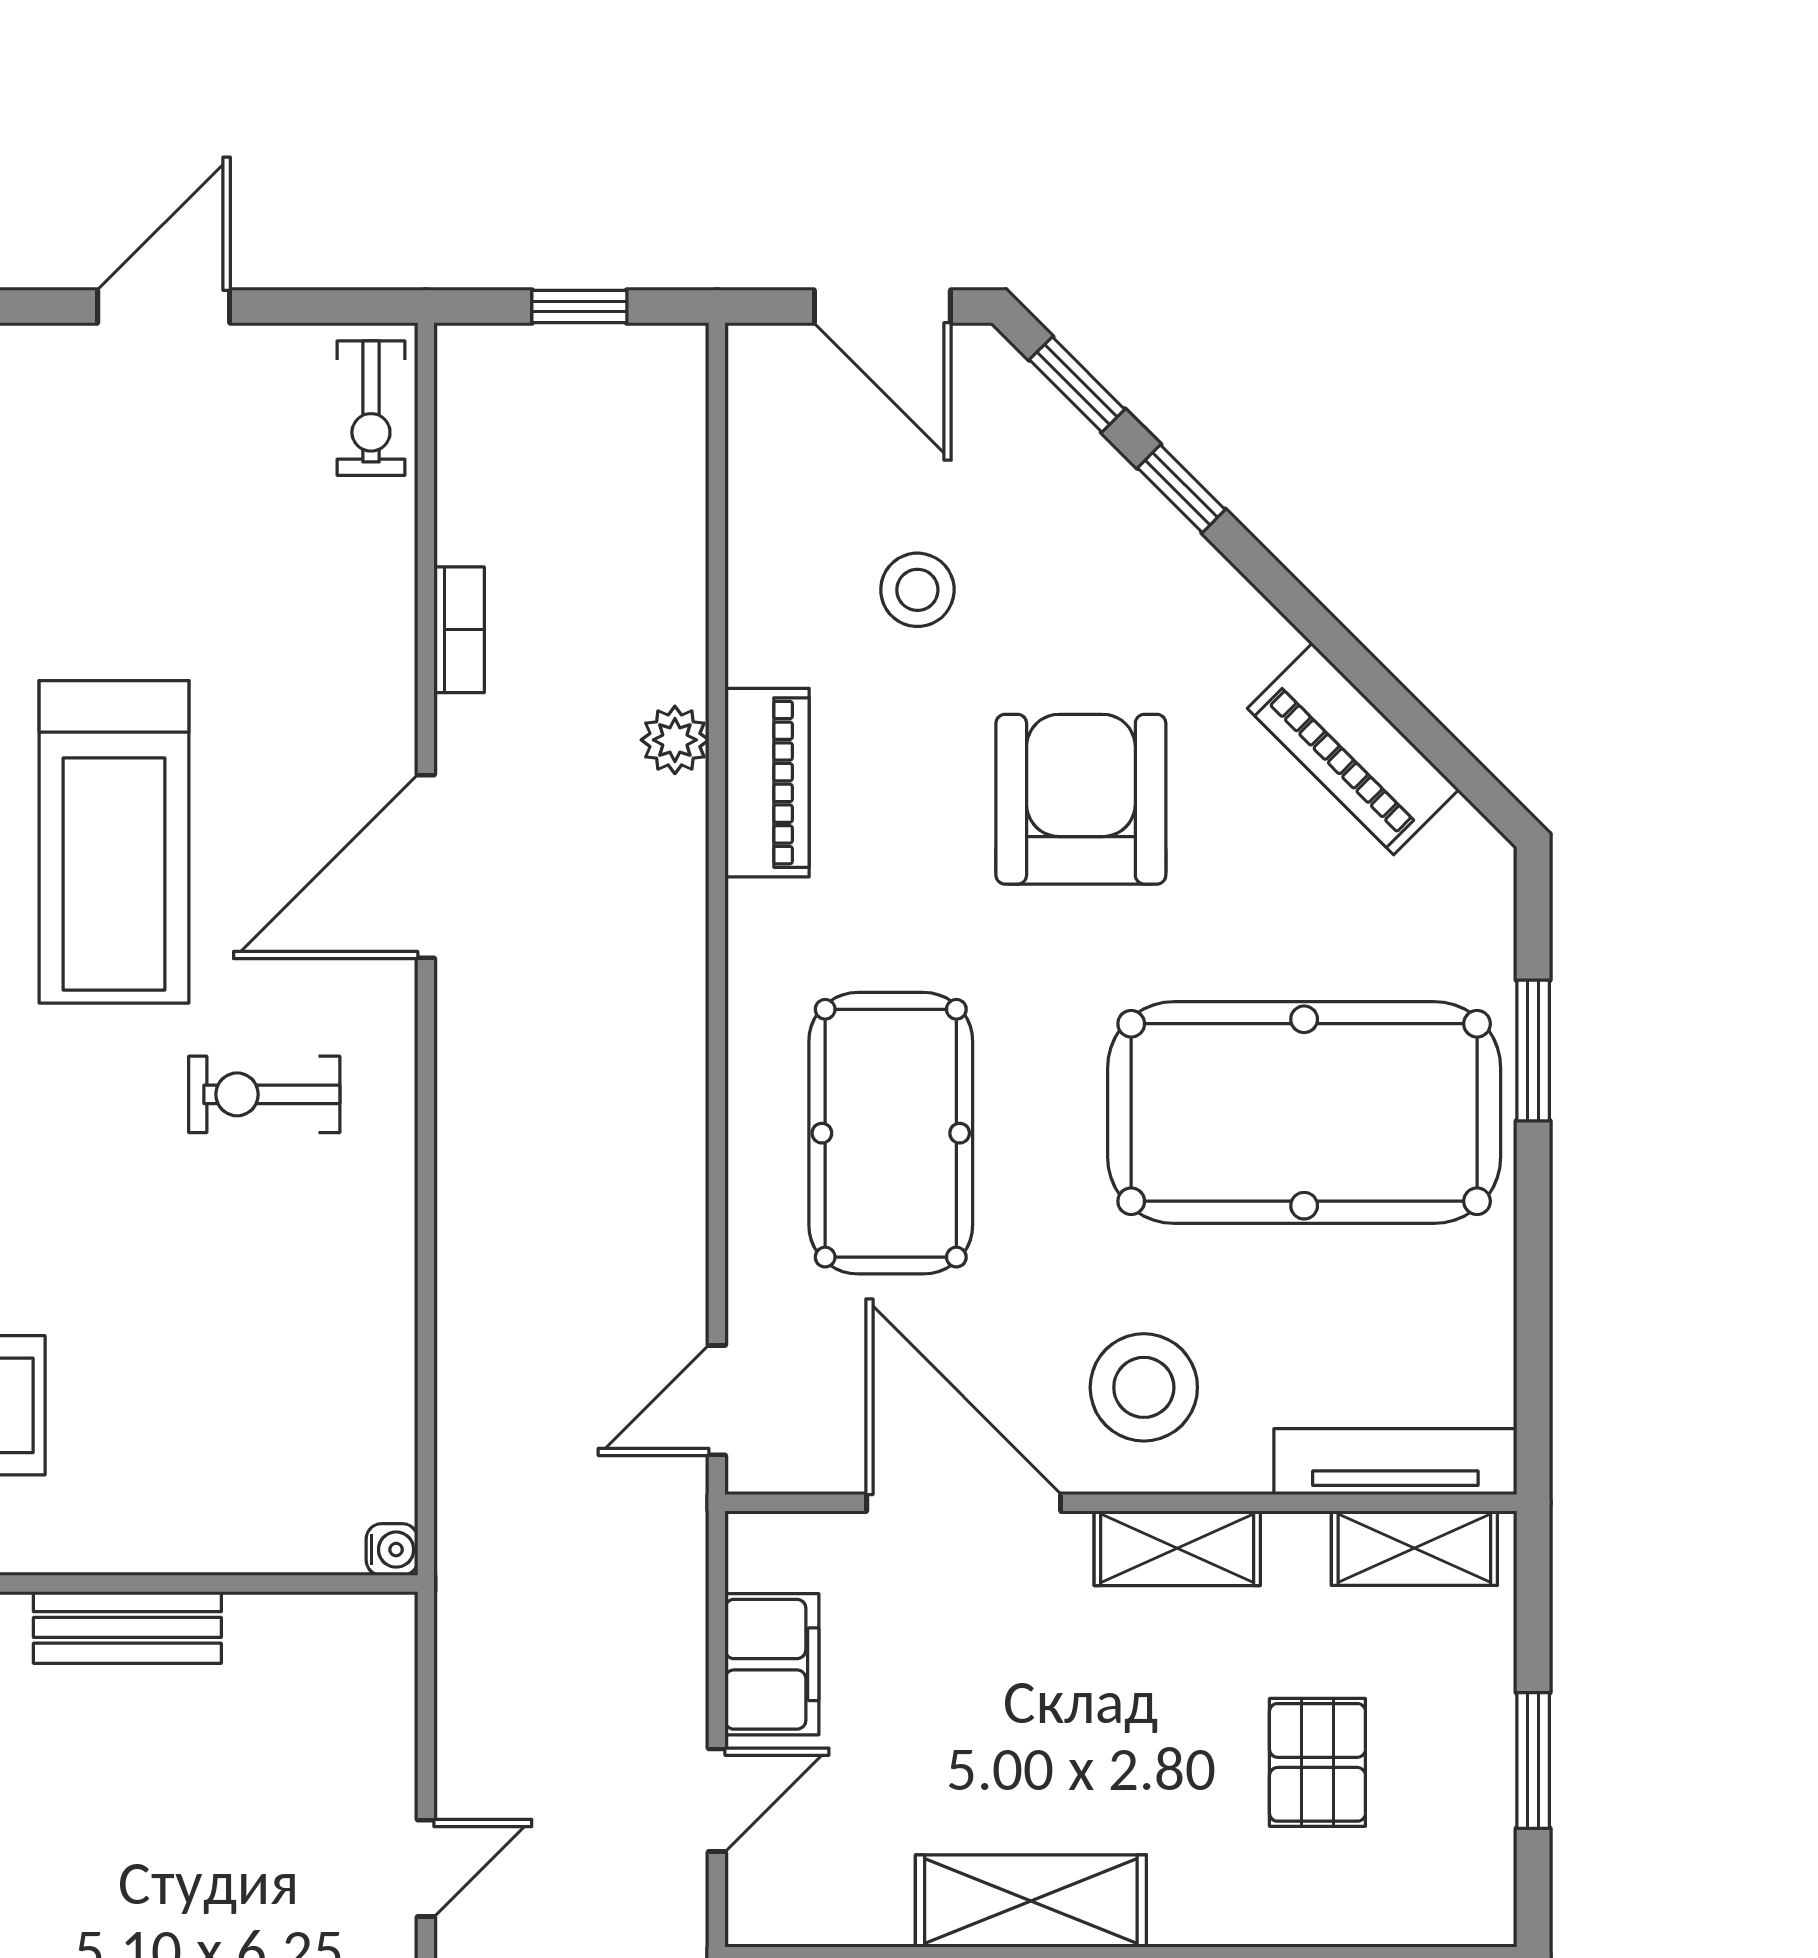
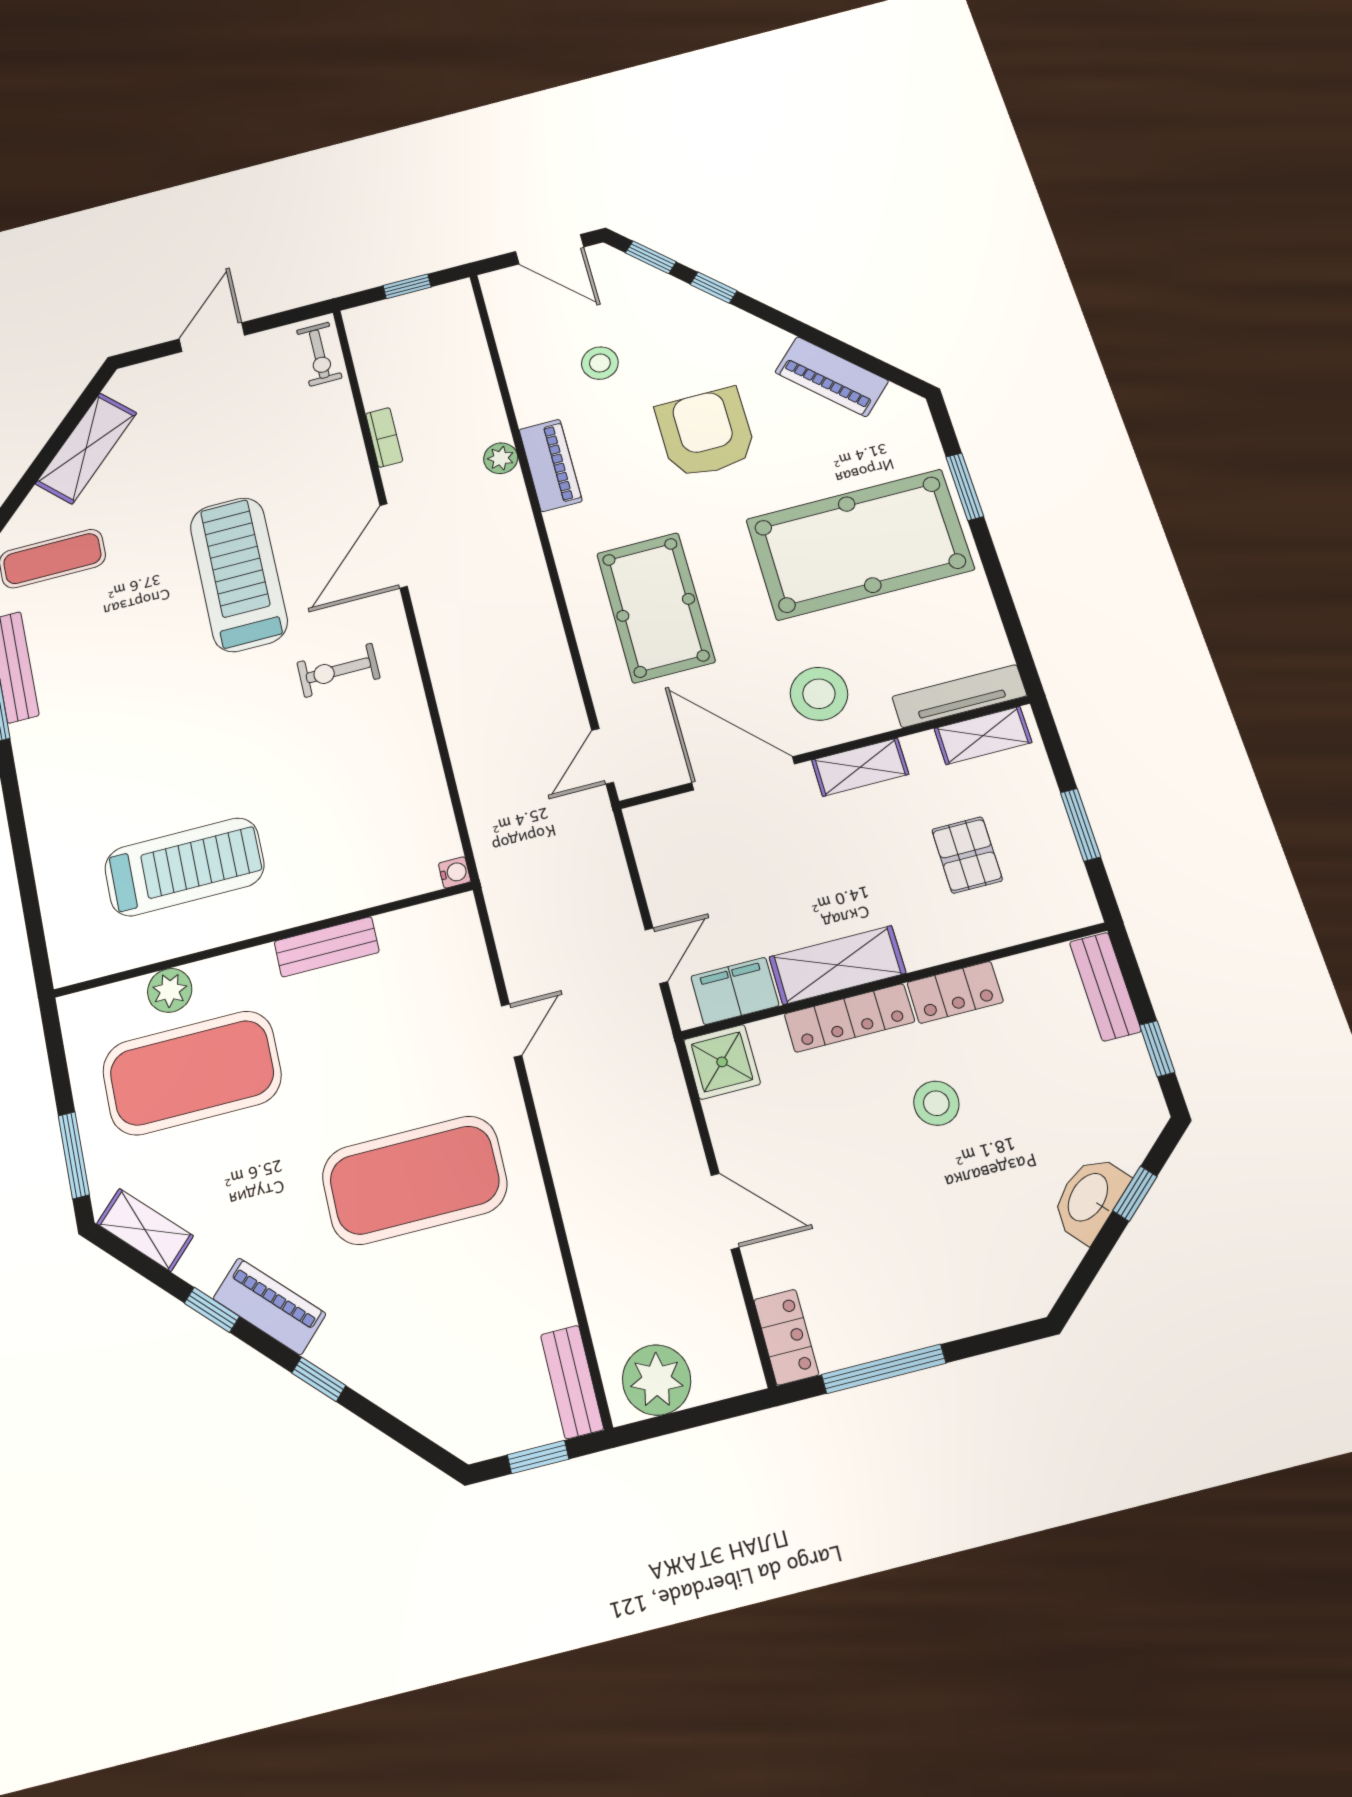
treadmill: (114, 842) -> (239, 574), turned 180
filing cabinet: (772, 1664) -> (735, 991), moved, turned -90

